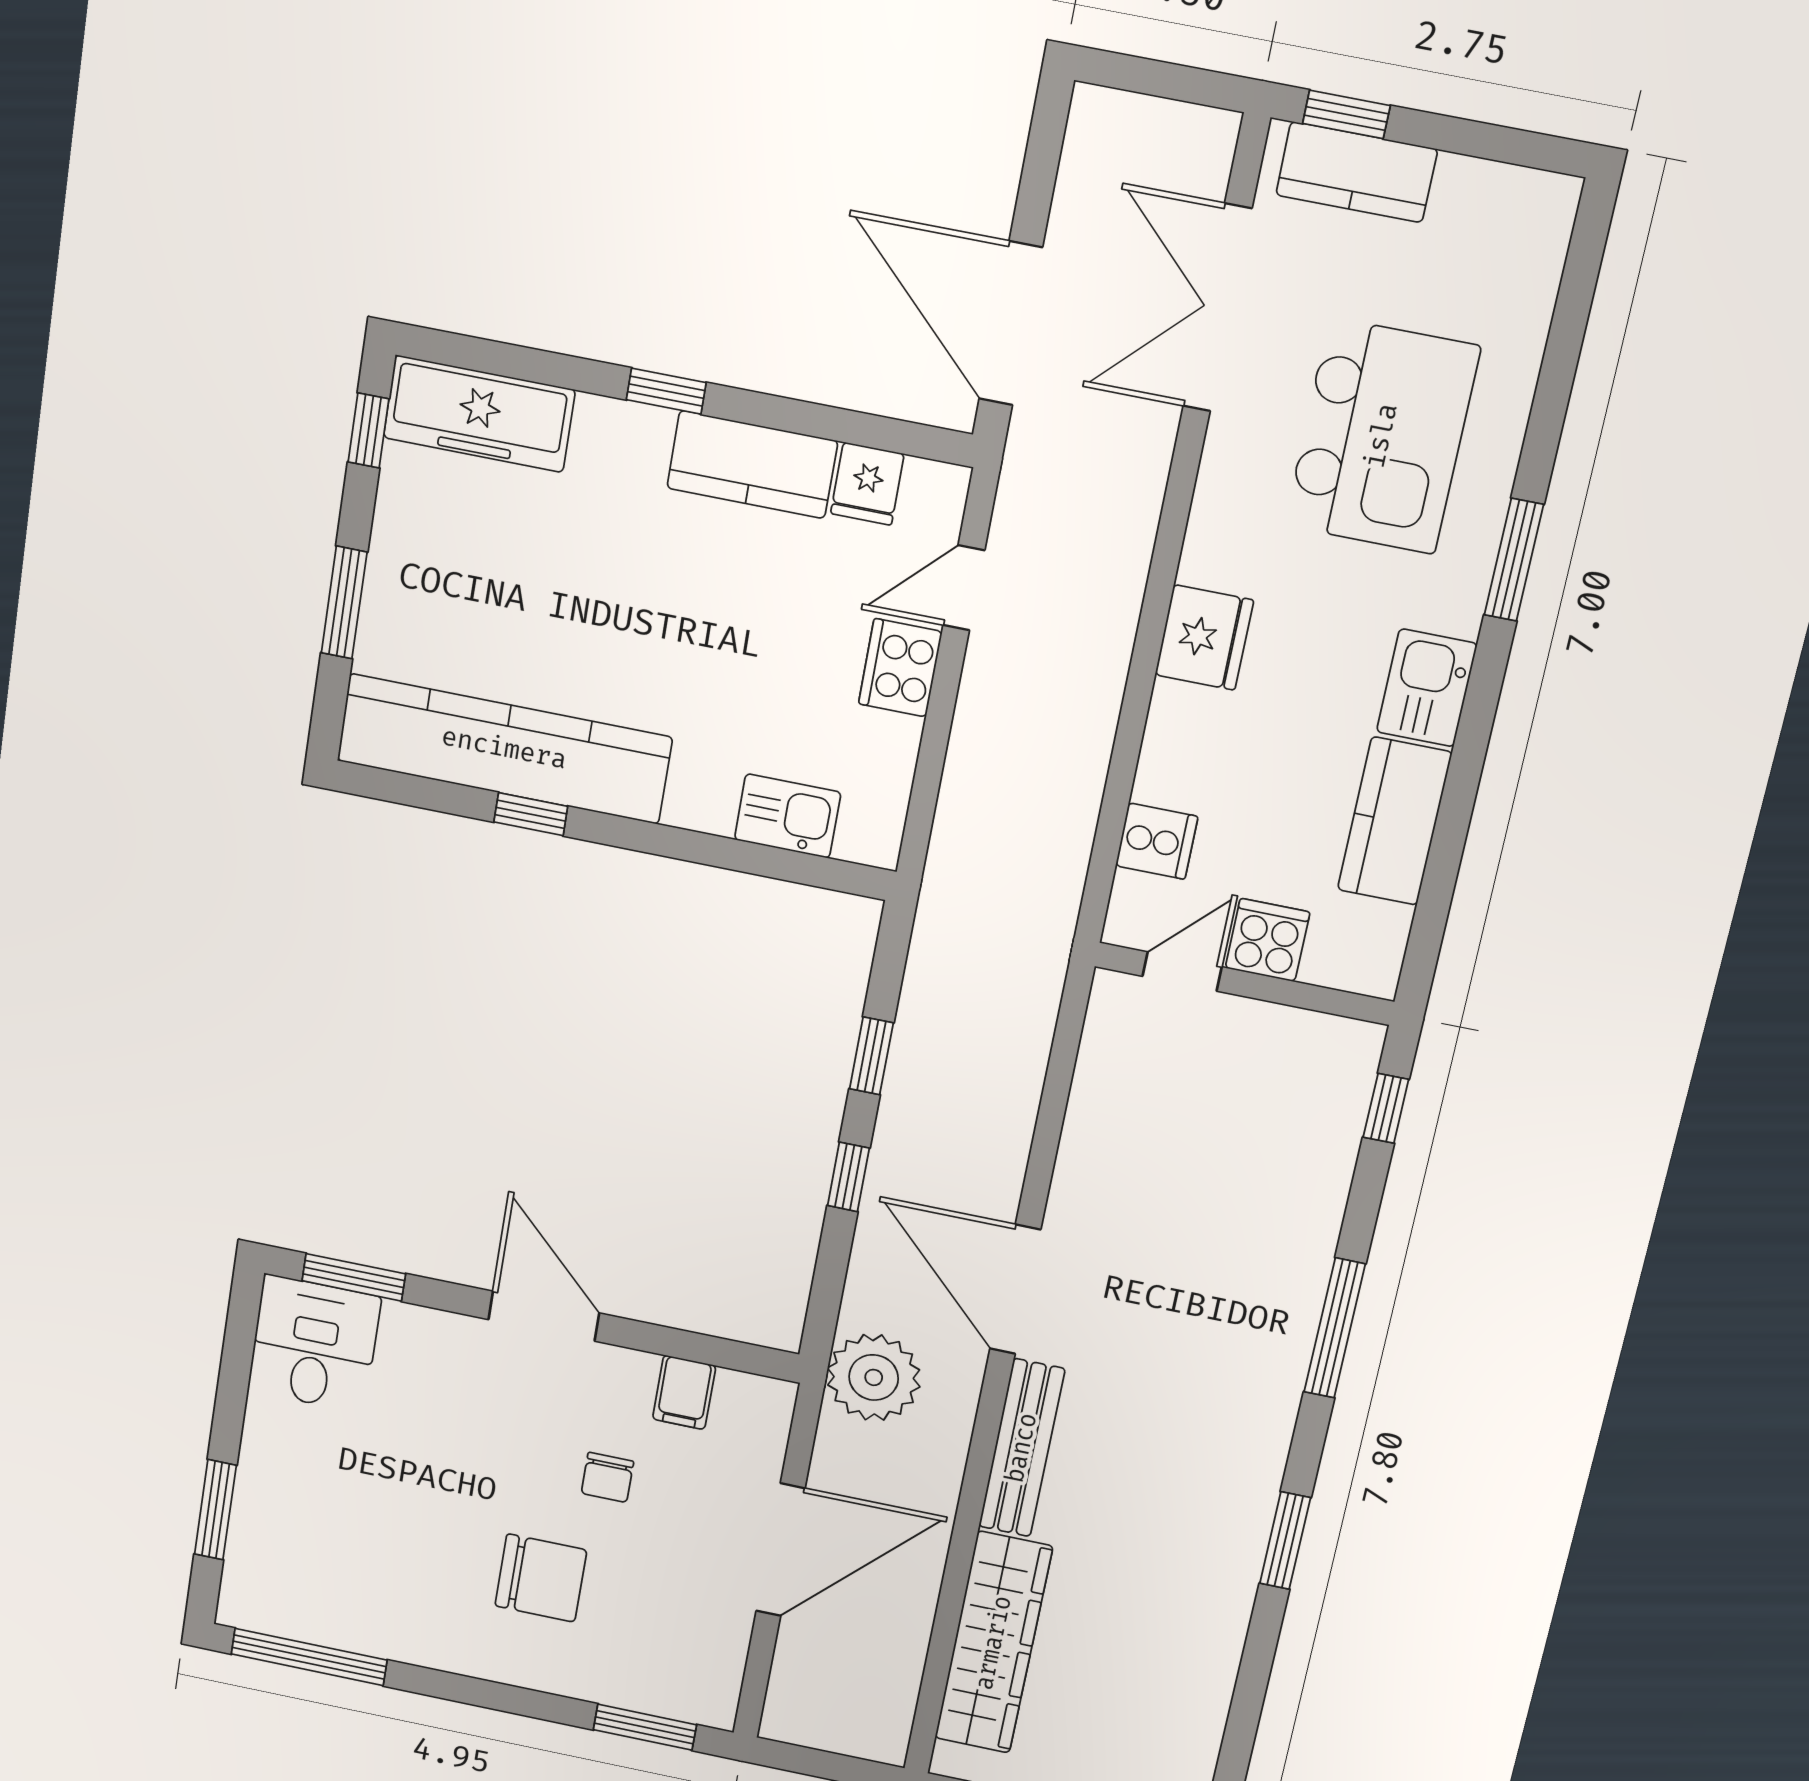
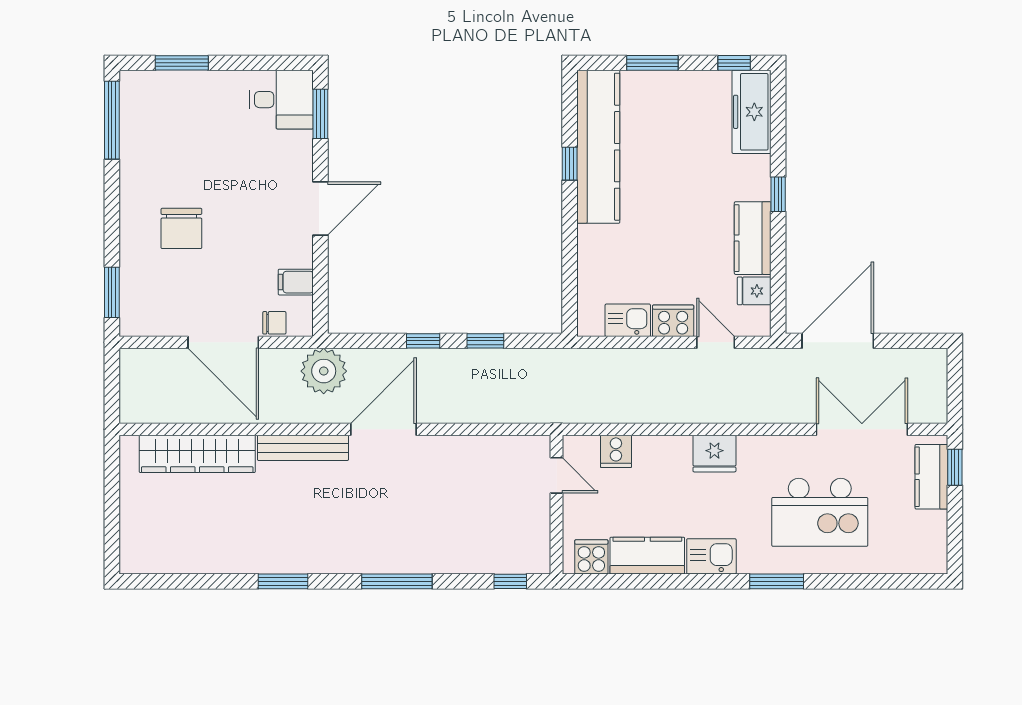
kitchen sink: (788, 816) -> (628, 320), moved, turned -90
cooker: (1267, 940) -> (591, 557), moved, turned -90
chair: (607, 1477) -> (274, 323), moved, turned 180

